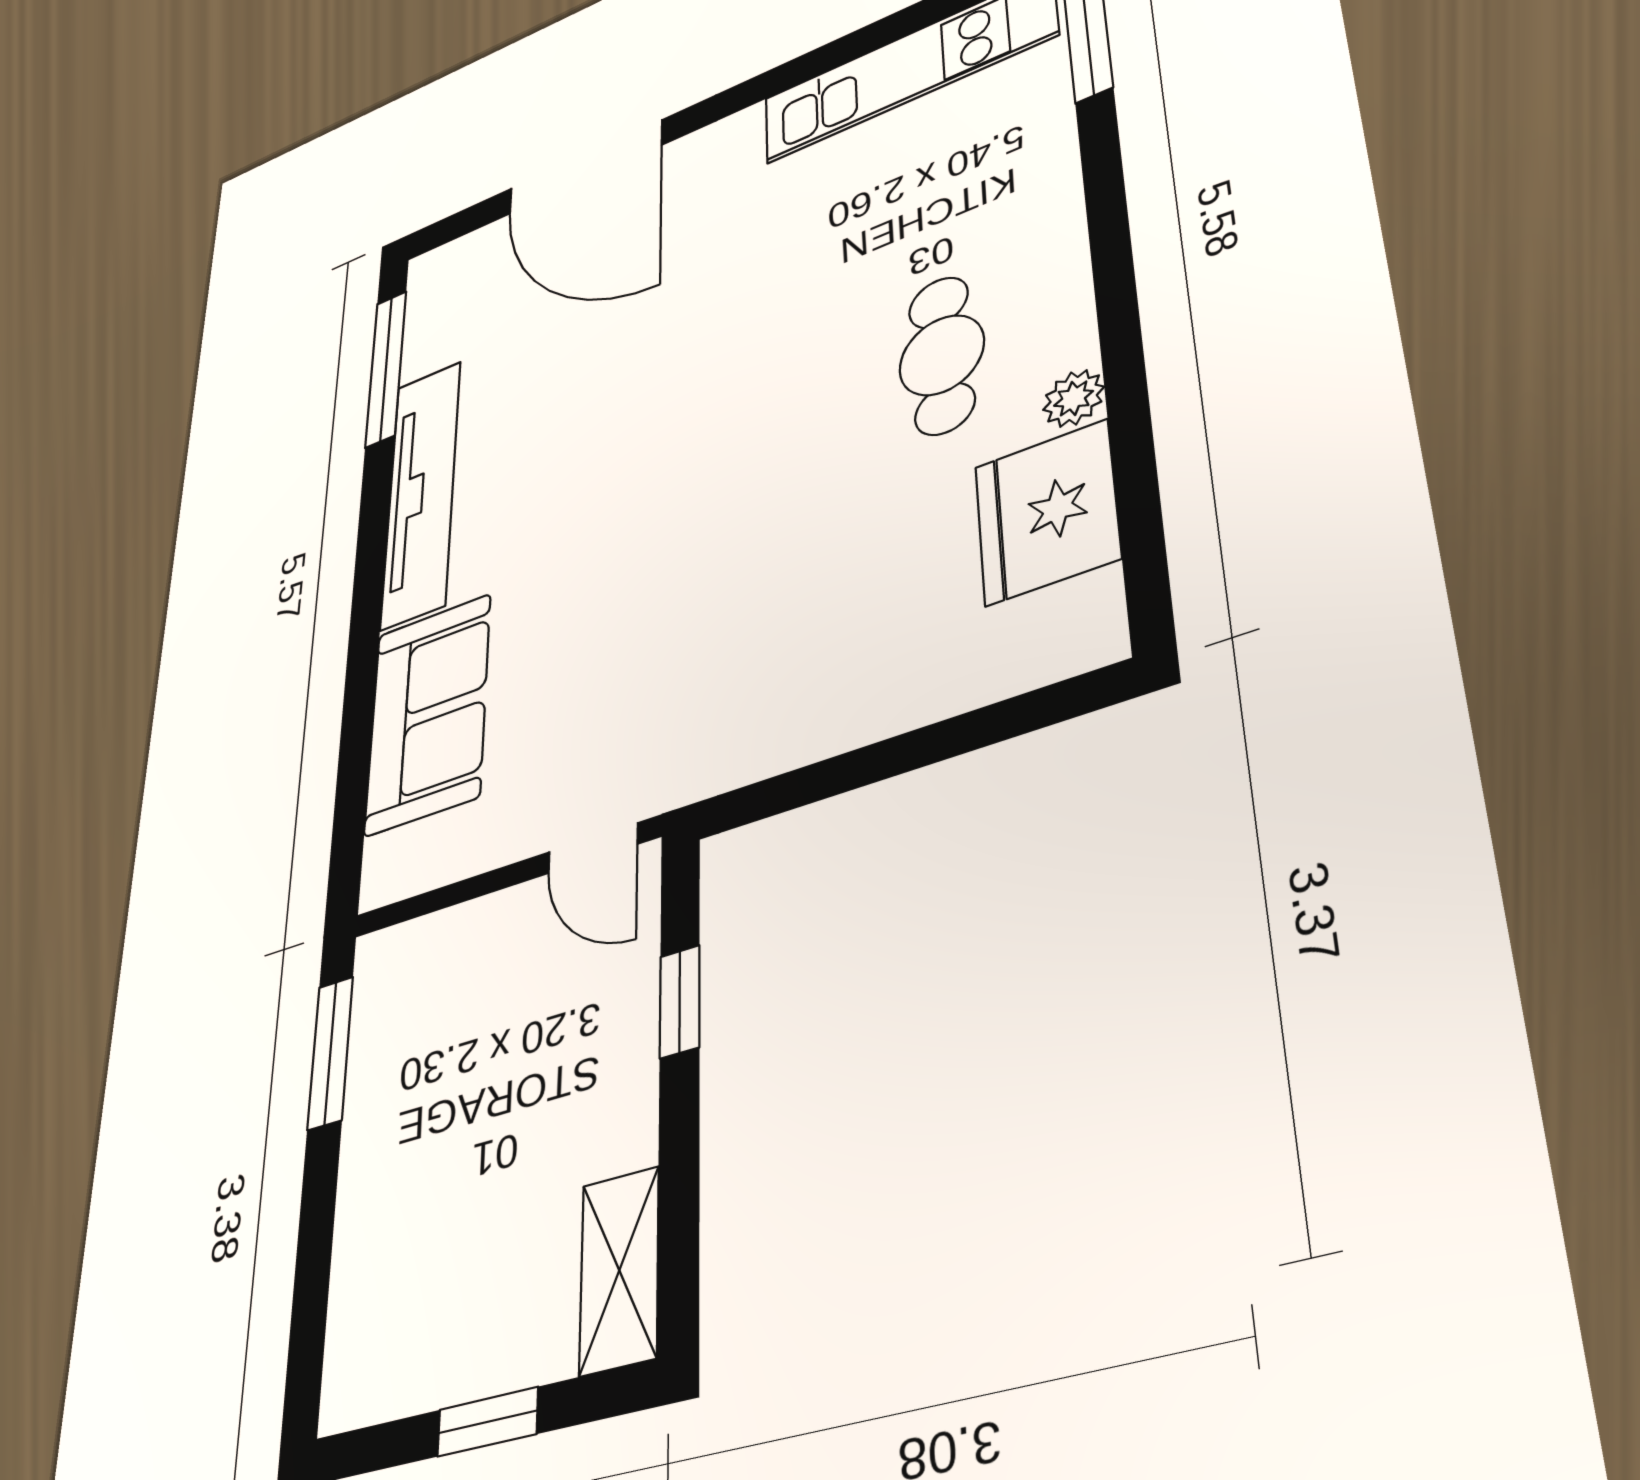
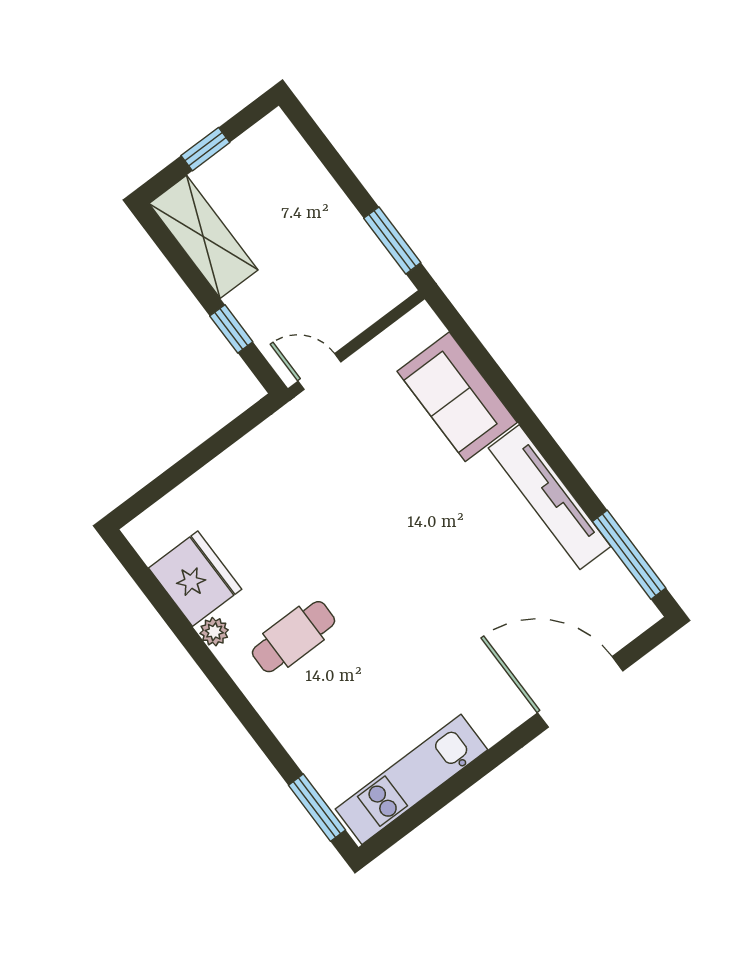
cafe table: (942, 355) -> (294, 637), turned 90
shelving: (619, 1270) -> (203, 237), width x1.50, depth x1.33

